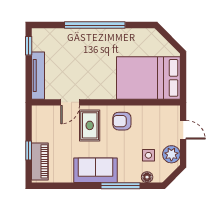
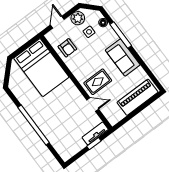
window: (29, 46) -> (94, 144), moved
tv unit: (38, 76) -> (95, 133), width x0.71
armchair: (122, 121) -> (67, 48), moved
window: (29, 151) -> (142, 108), removed
piano: (40, 161) -> (138, 97), width x1.37, depth x1.33

